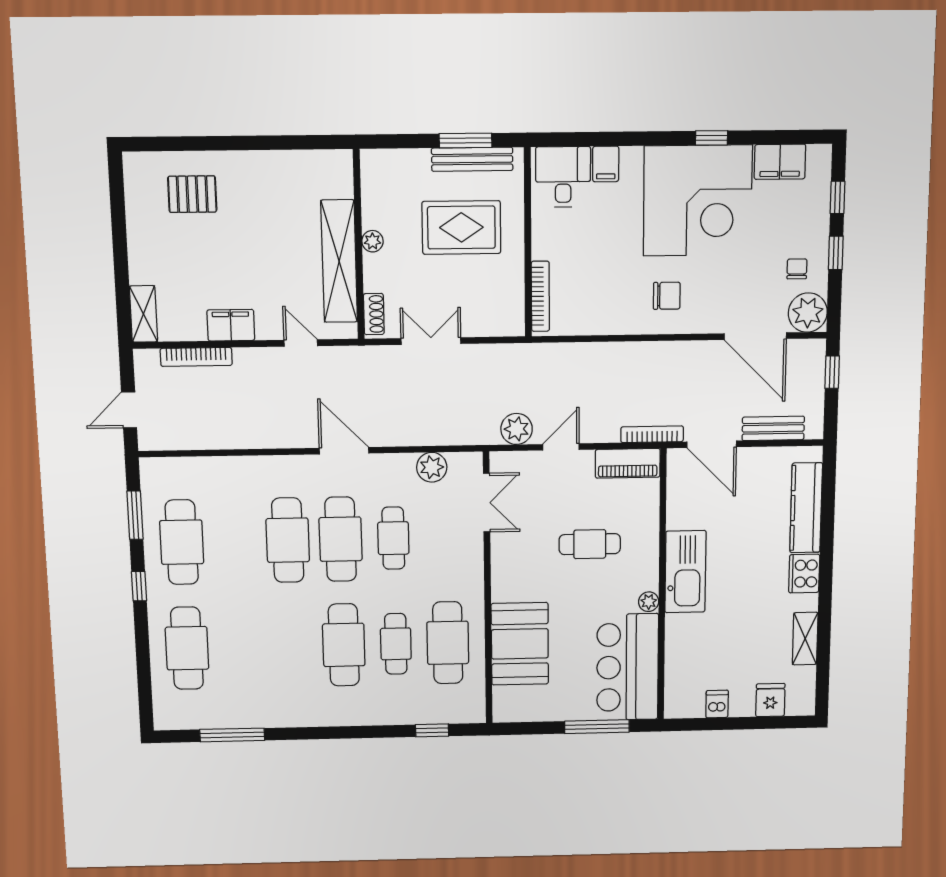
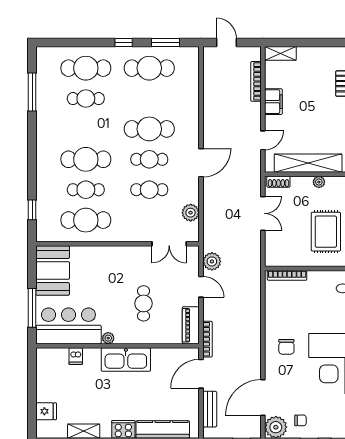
cafe table: (341, 539) -> (149, 159), width x0.73, depth x0.74
booth: (520, 644) -> (53, 271), moved, turned 90
cafe table: (239, 647) -> (86, 99), added
dishwasher: (717, 704) -> (76, 356), moved, turned 90

